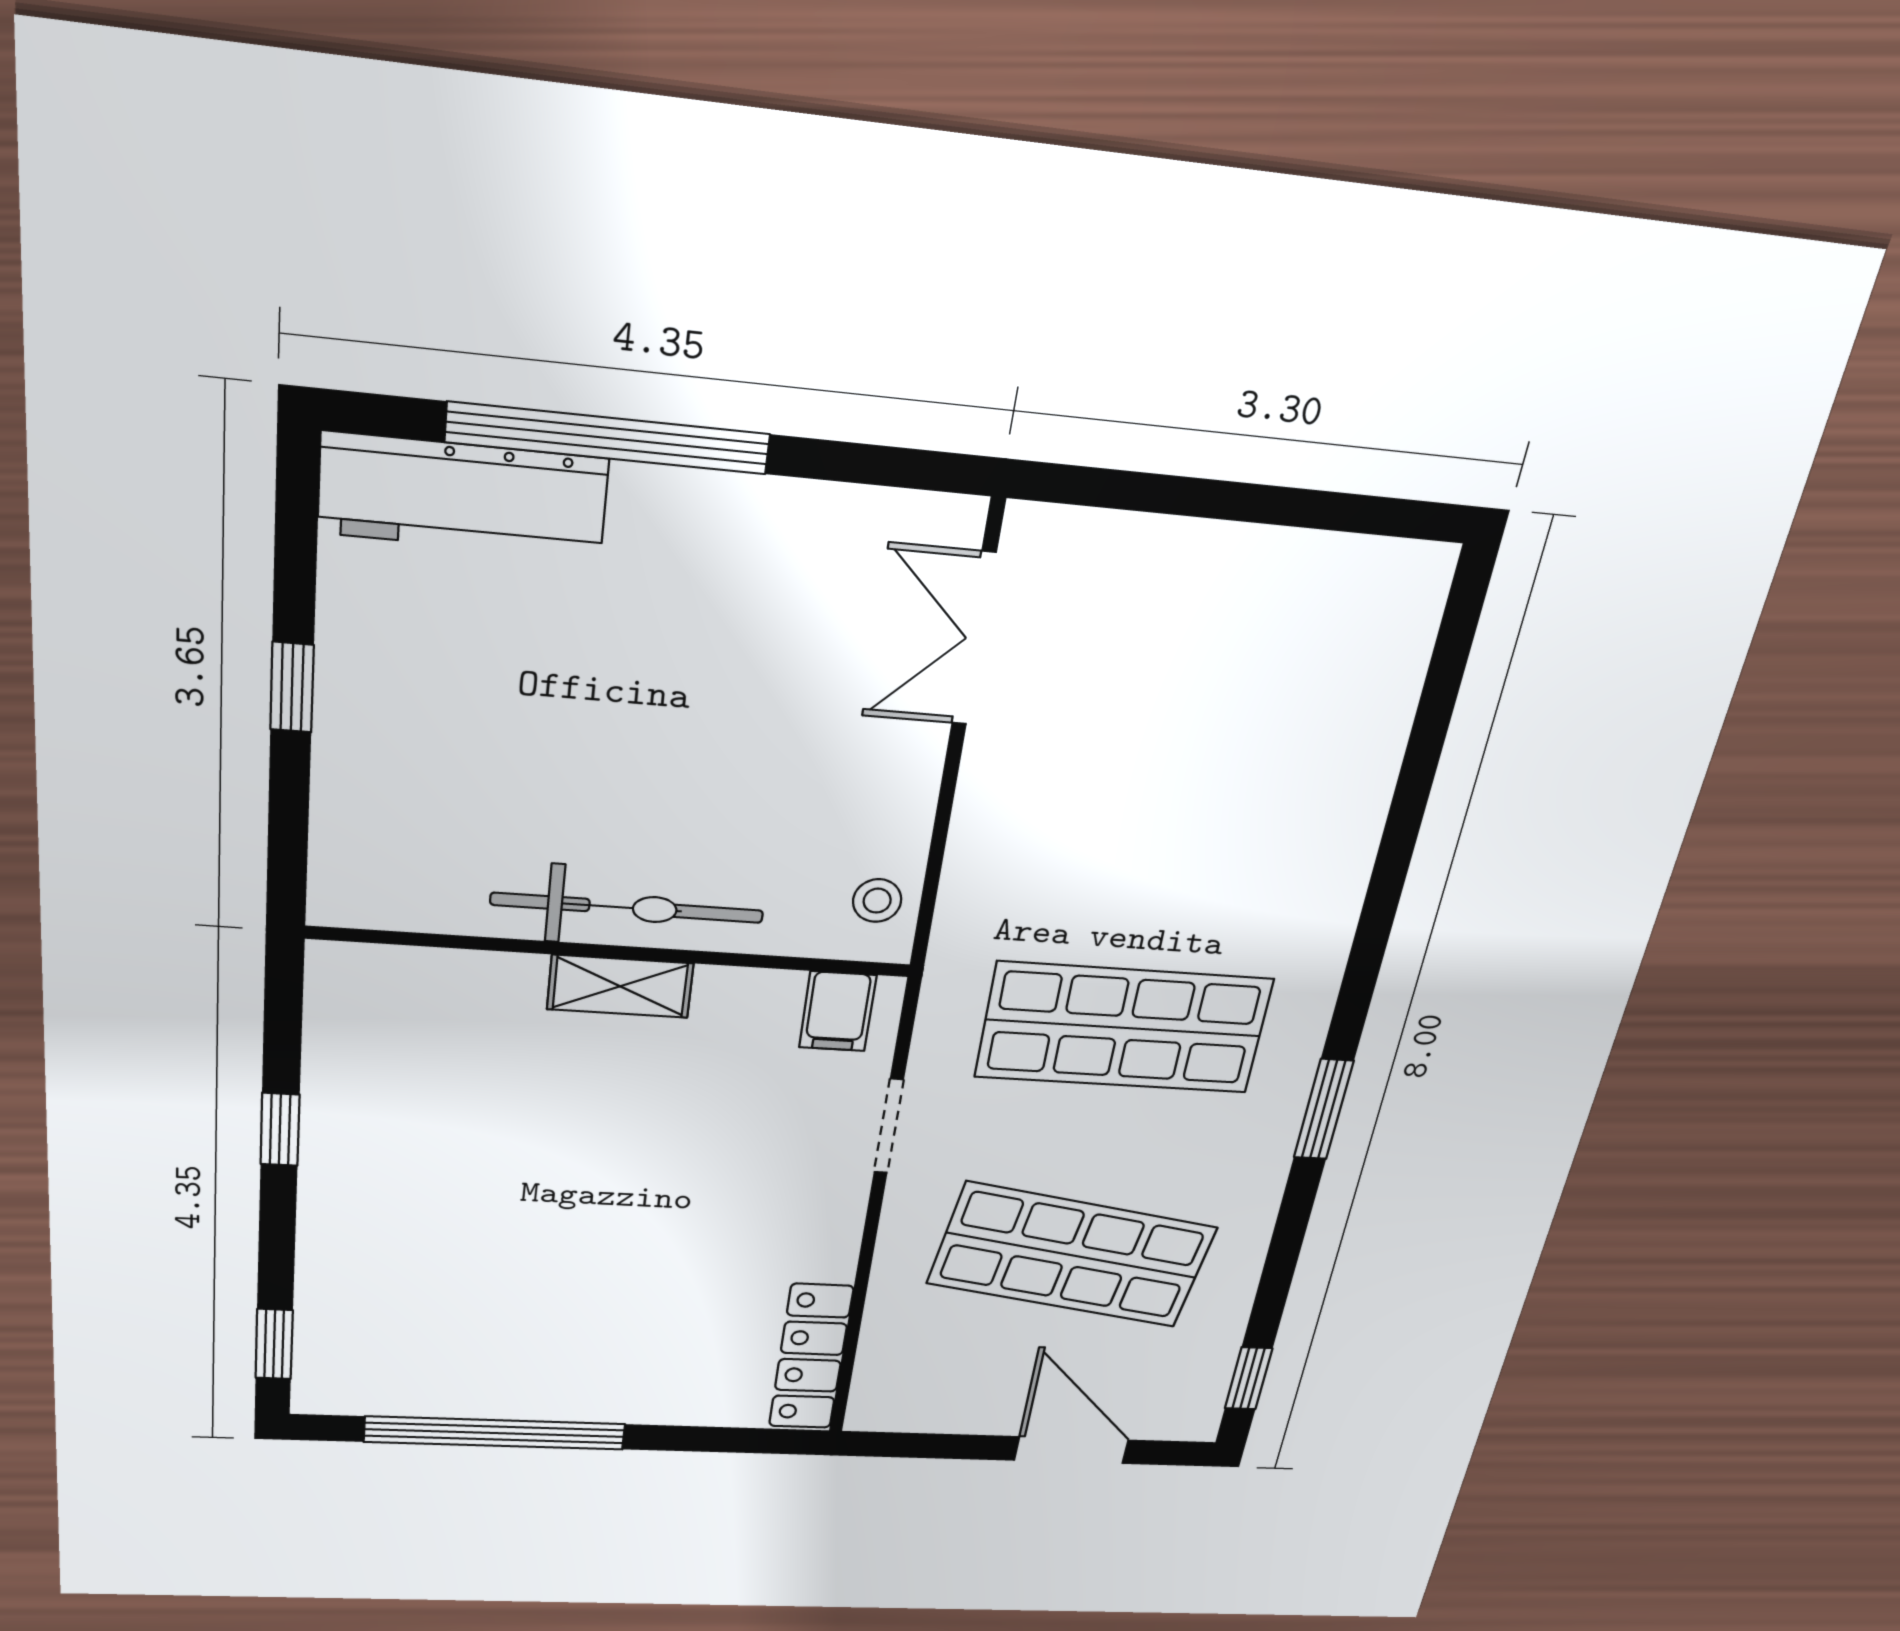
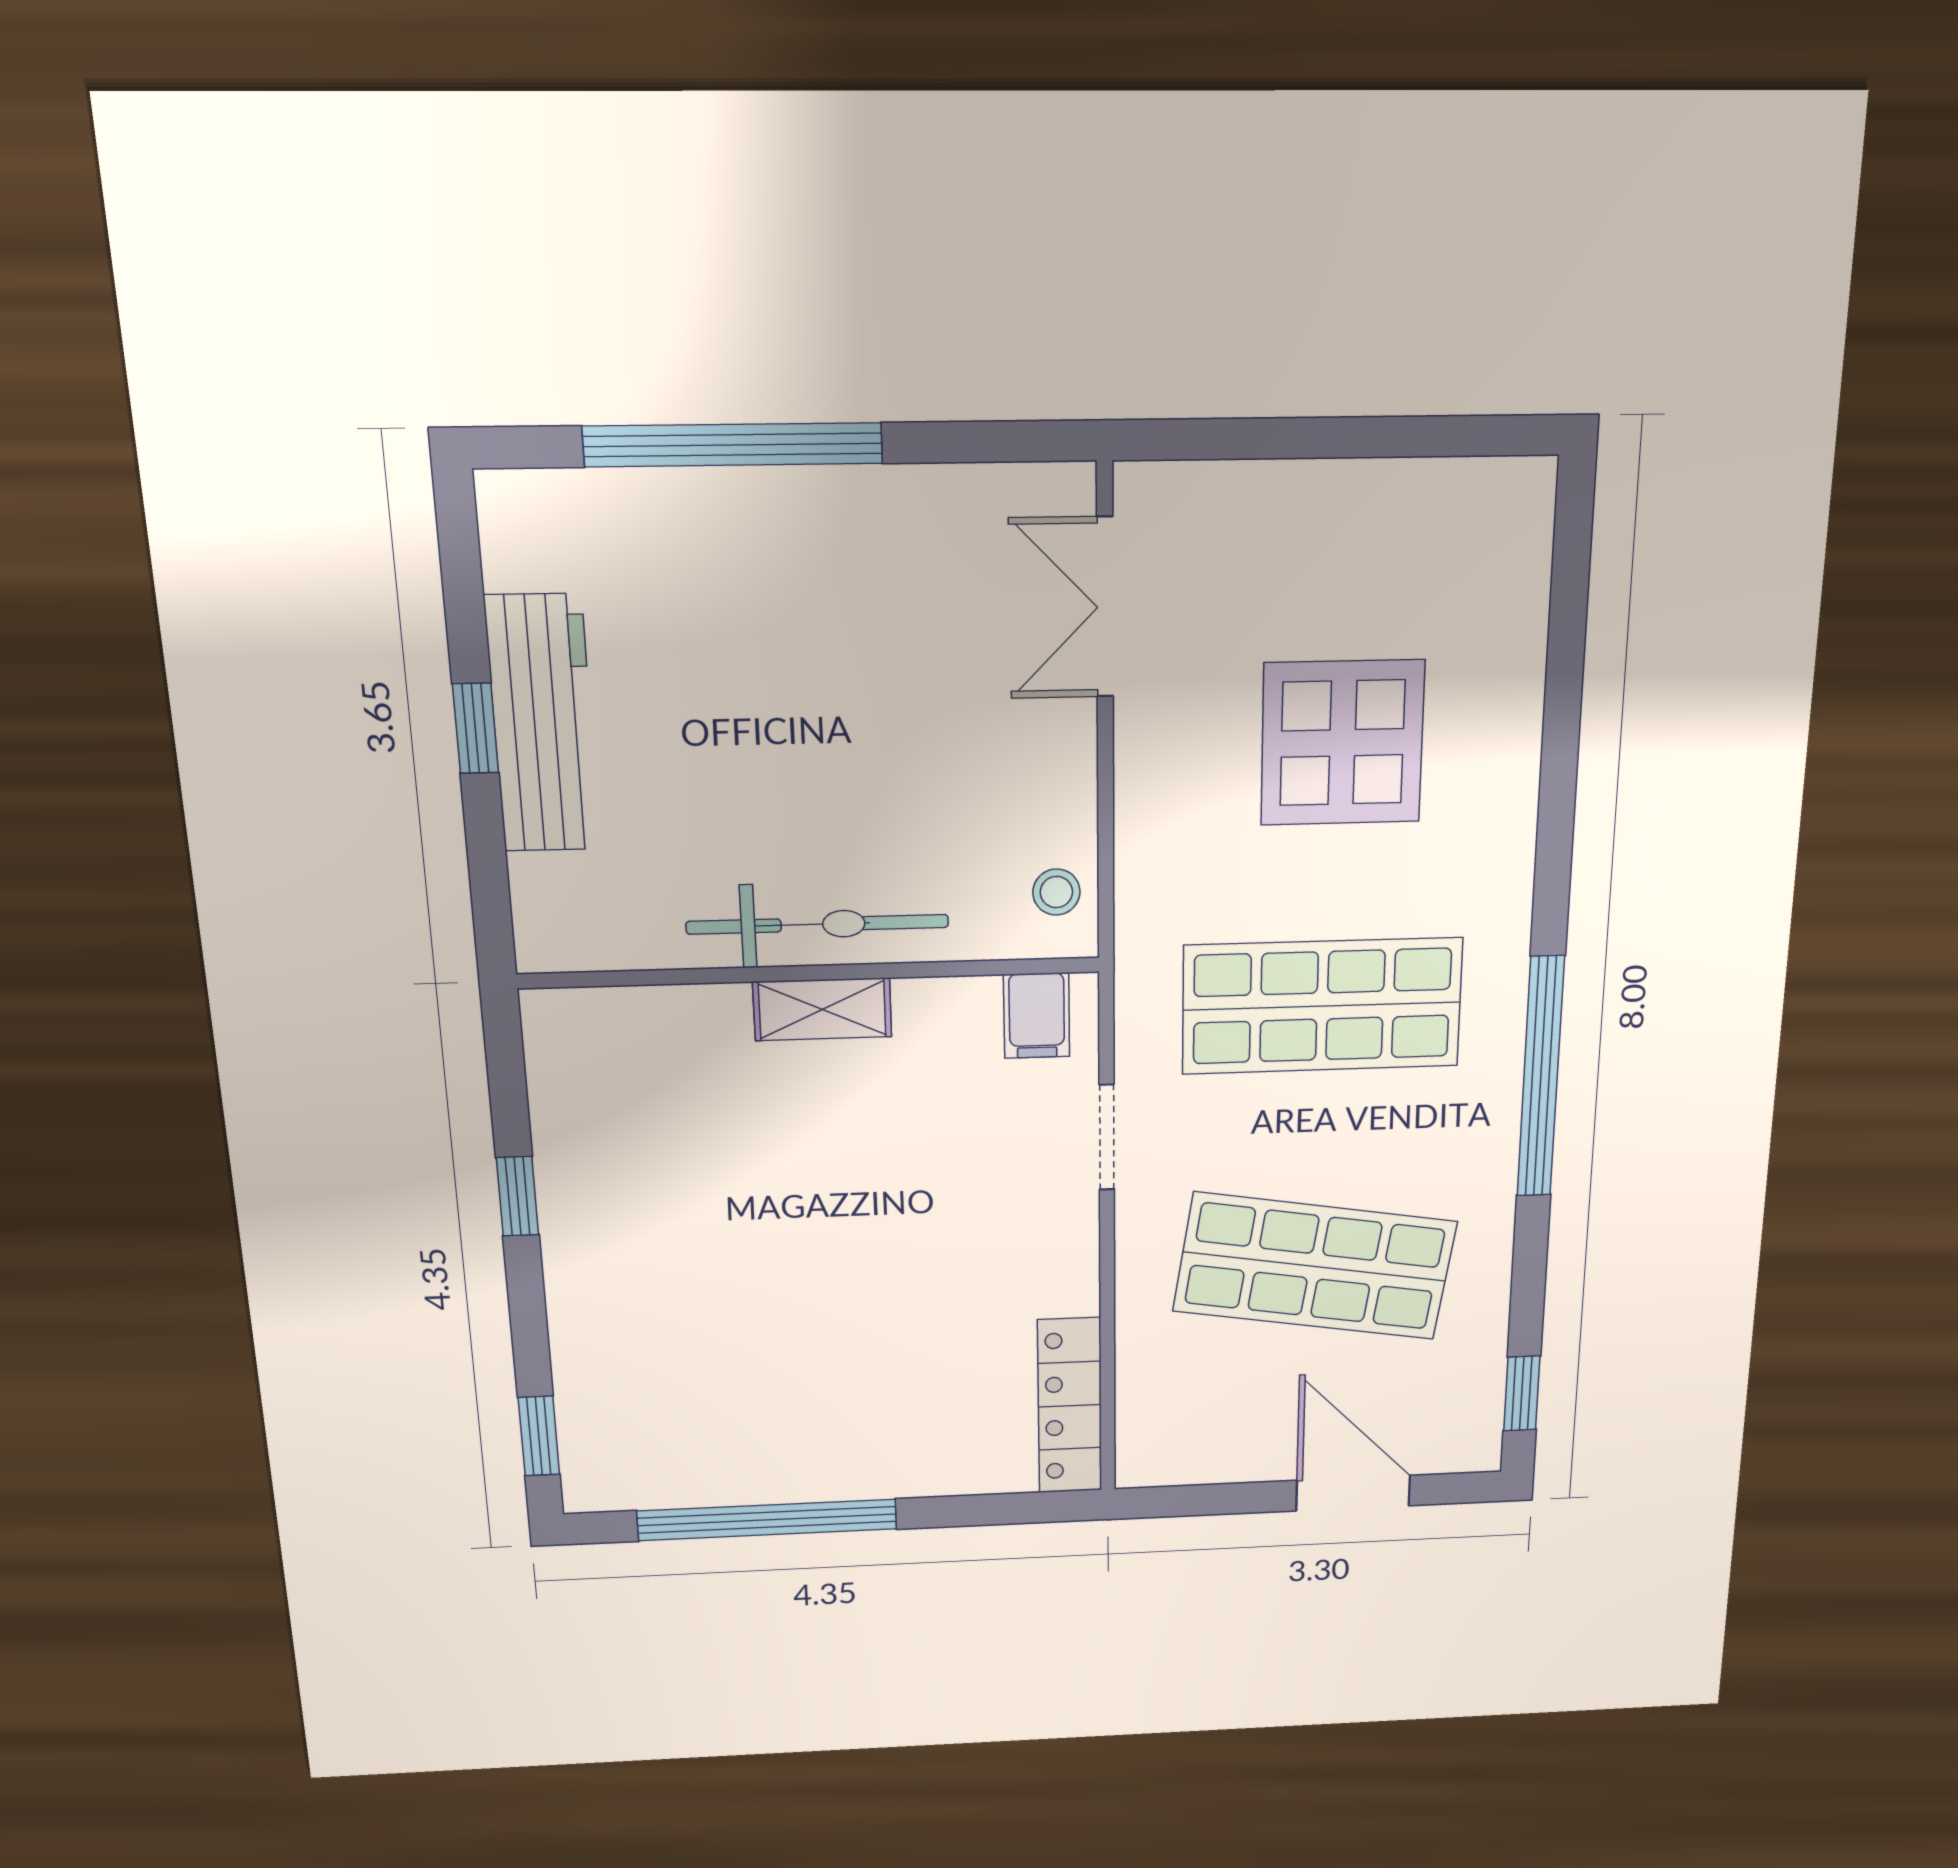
workbench: (463, 496) -> (543, 724), moved, turned -90
display table: (1191, 791) -> (1342, 743), added
window: (1324, 1109) -> (1541, 1077), width x2.11

